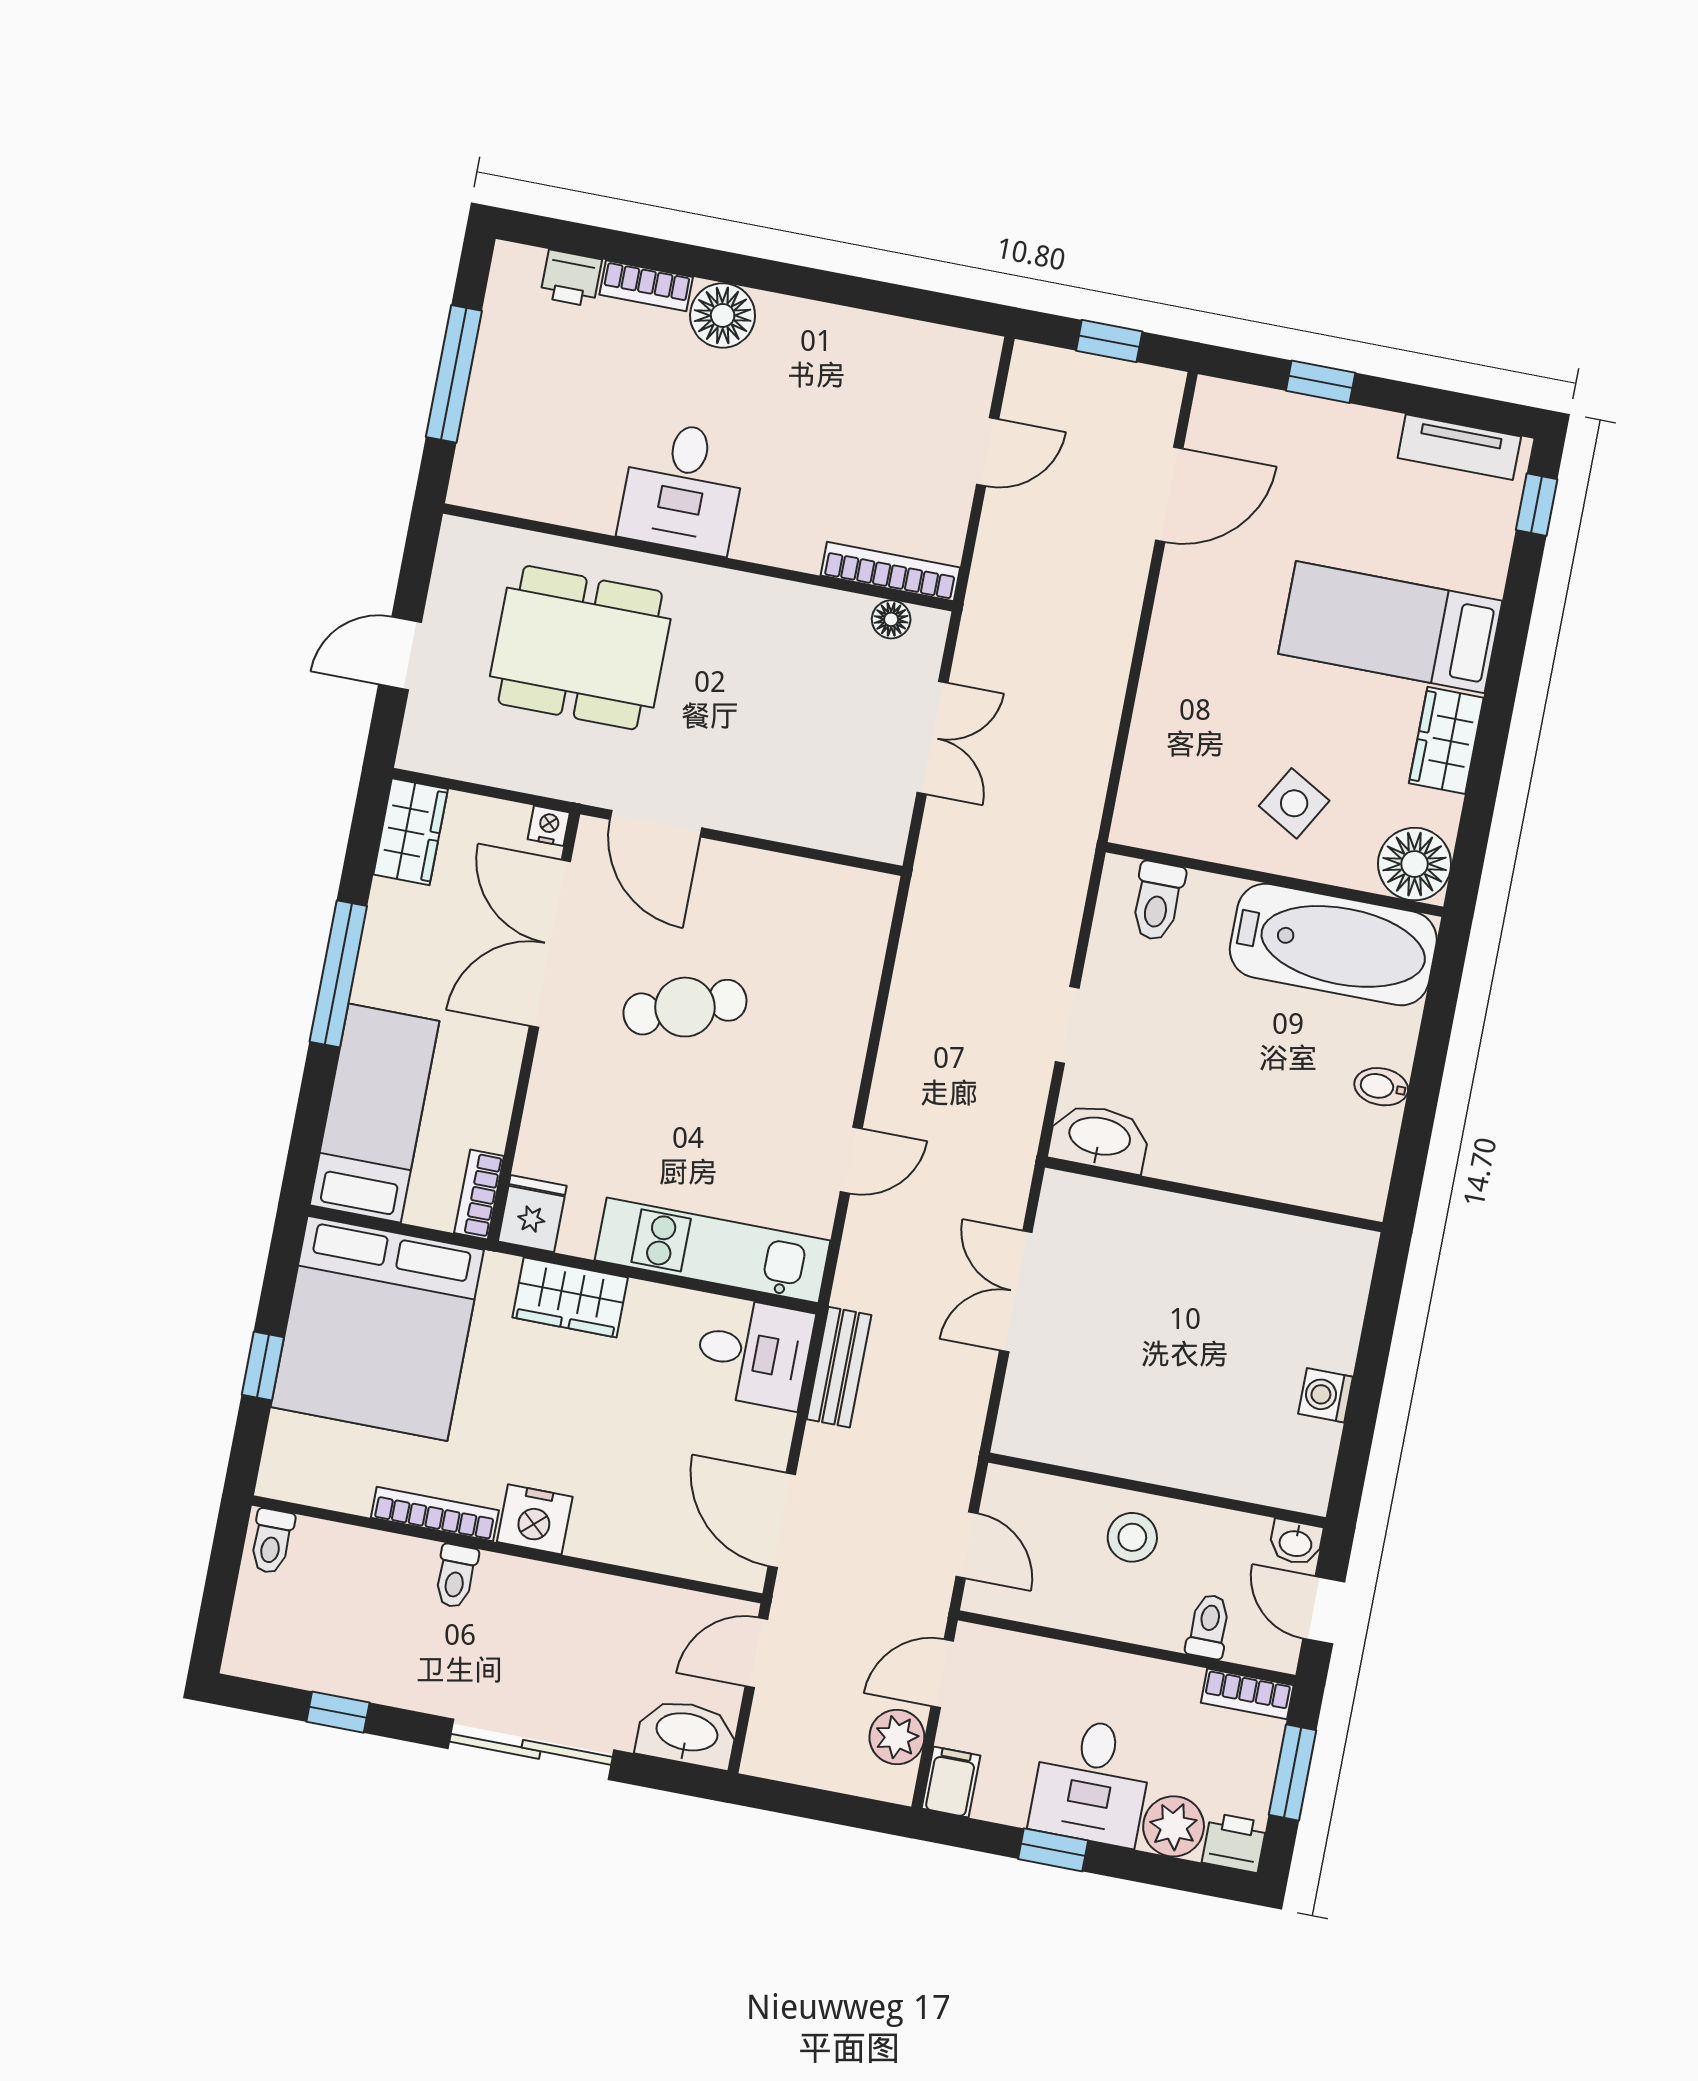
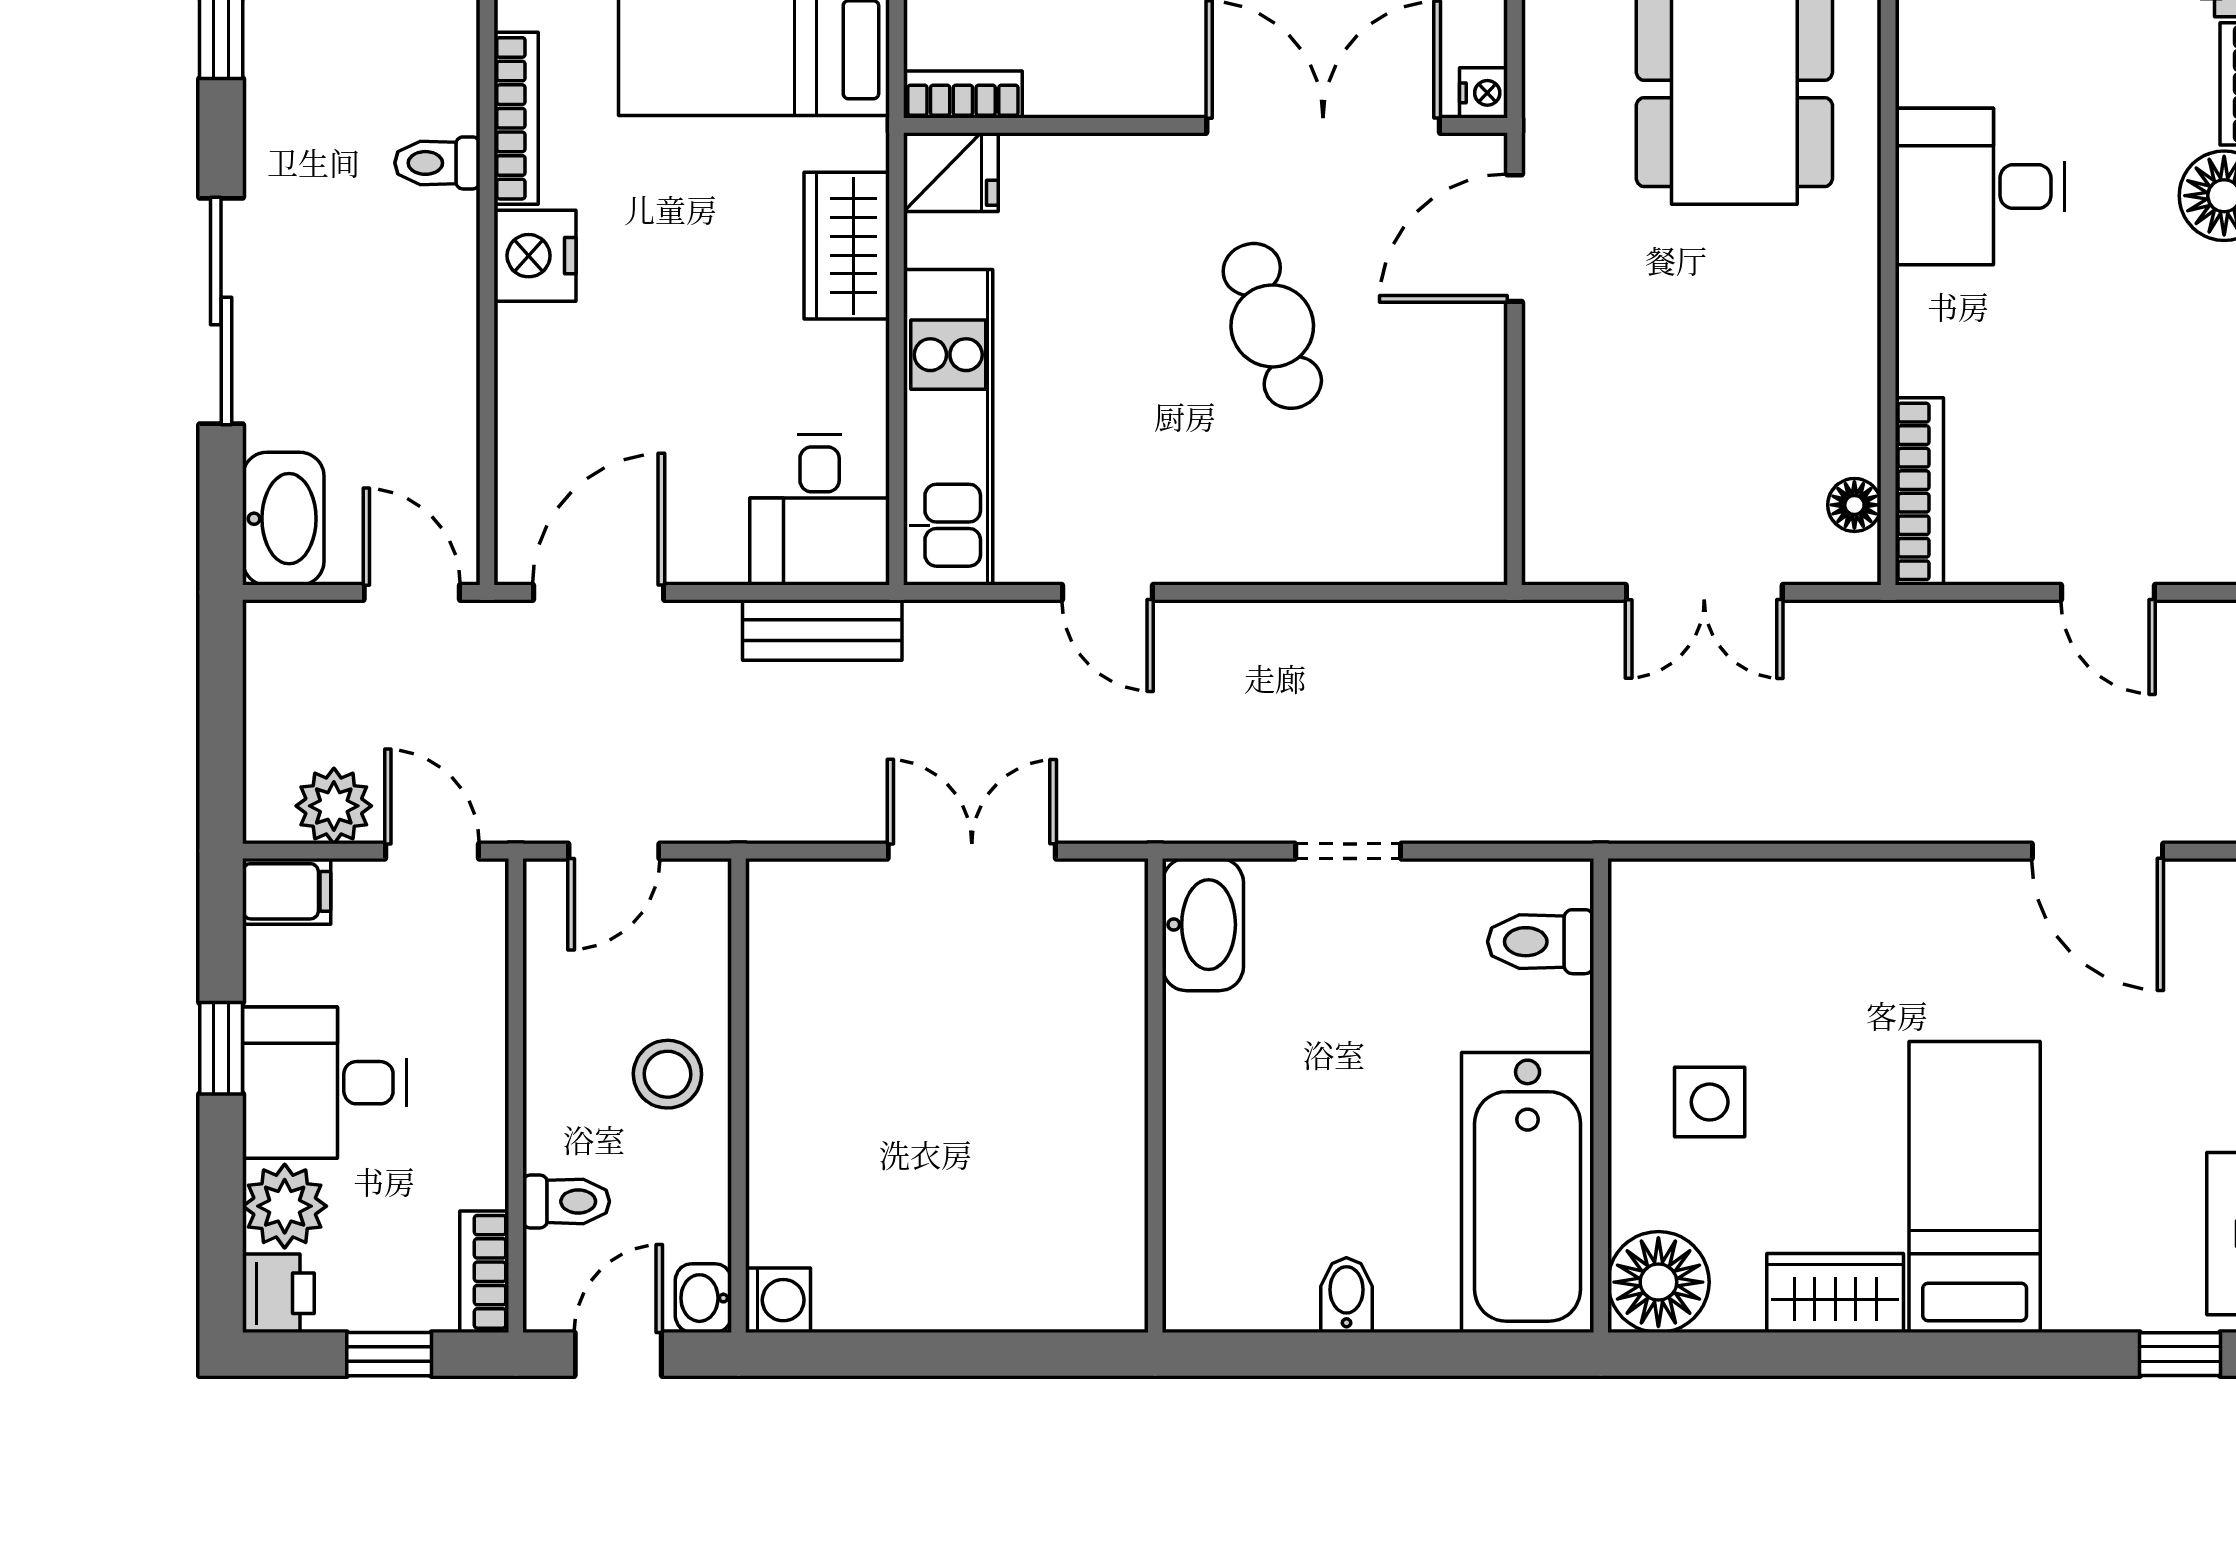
side table: (1294, 803) -> (1710, 1102), turned -30
washing machine: (1326, 1395) -> (778, 1300), moved, turned 90
window: (1293, 1773) -> (389, 1354), width x0.67

